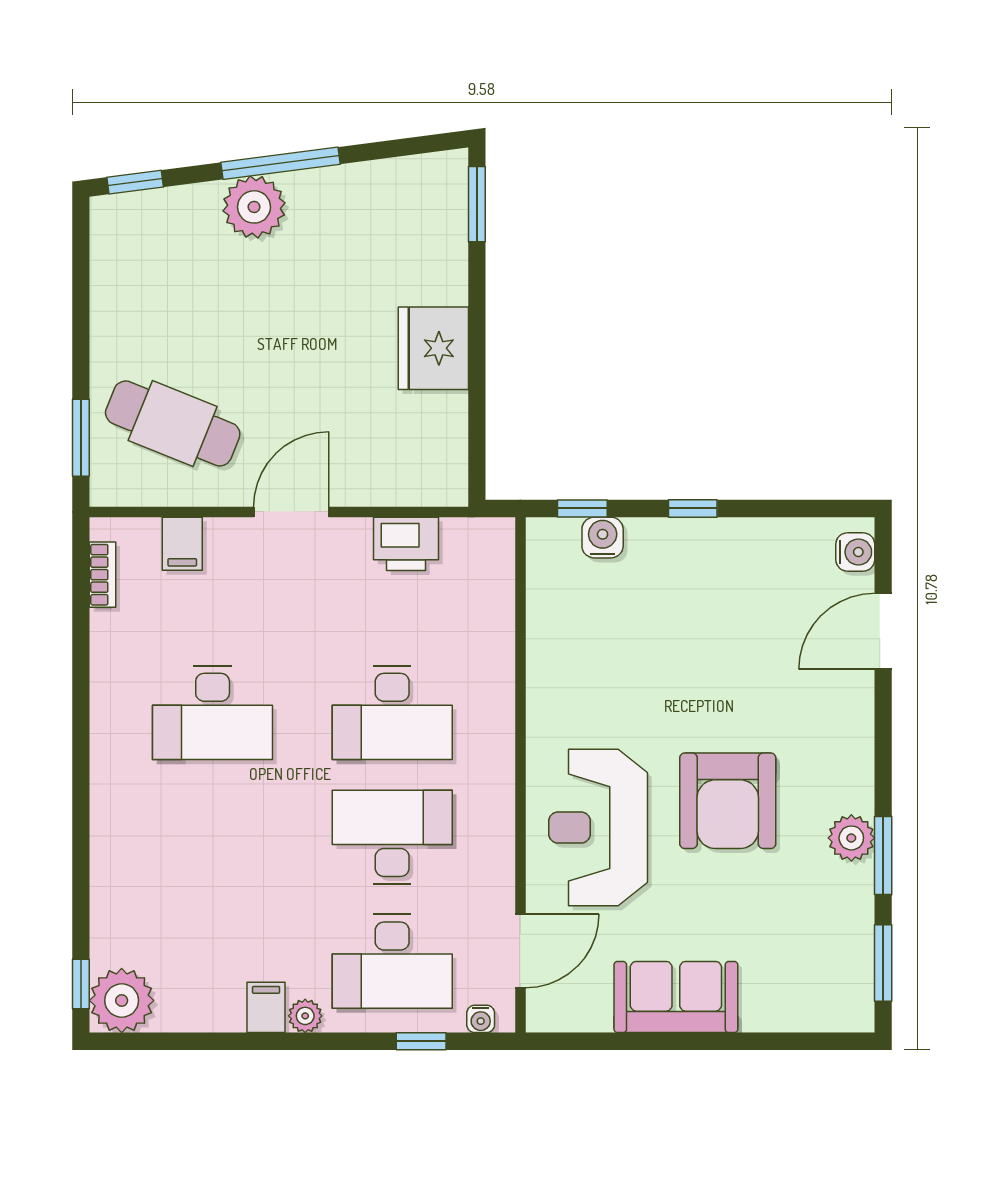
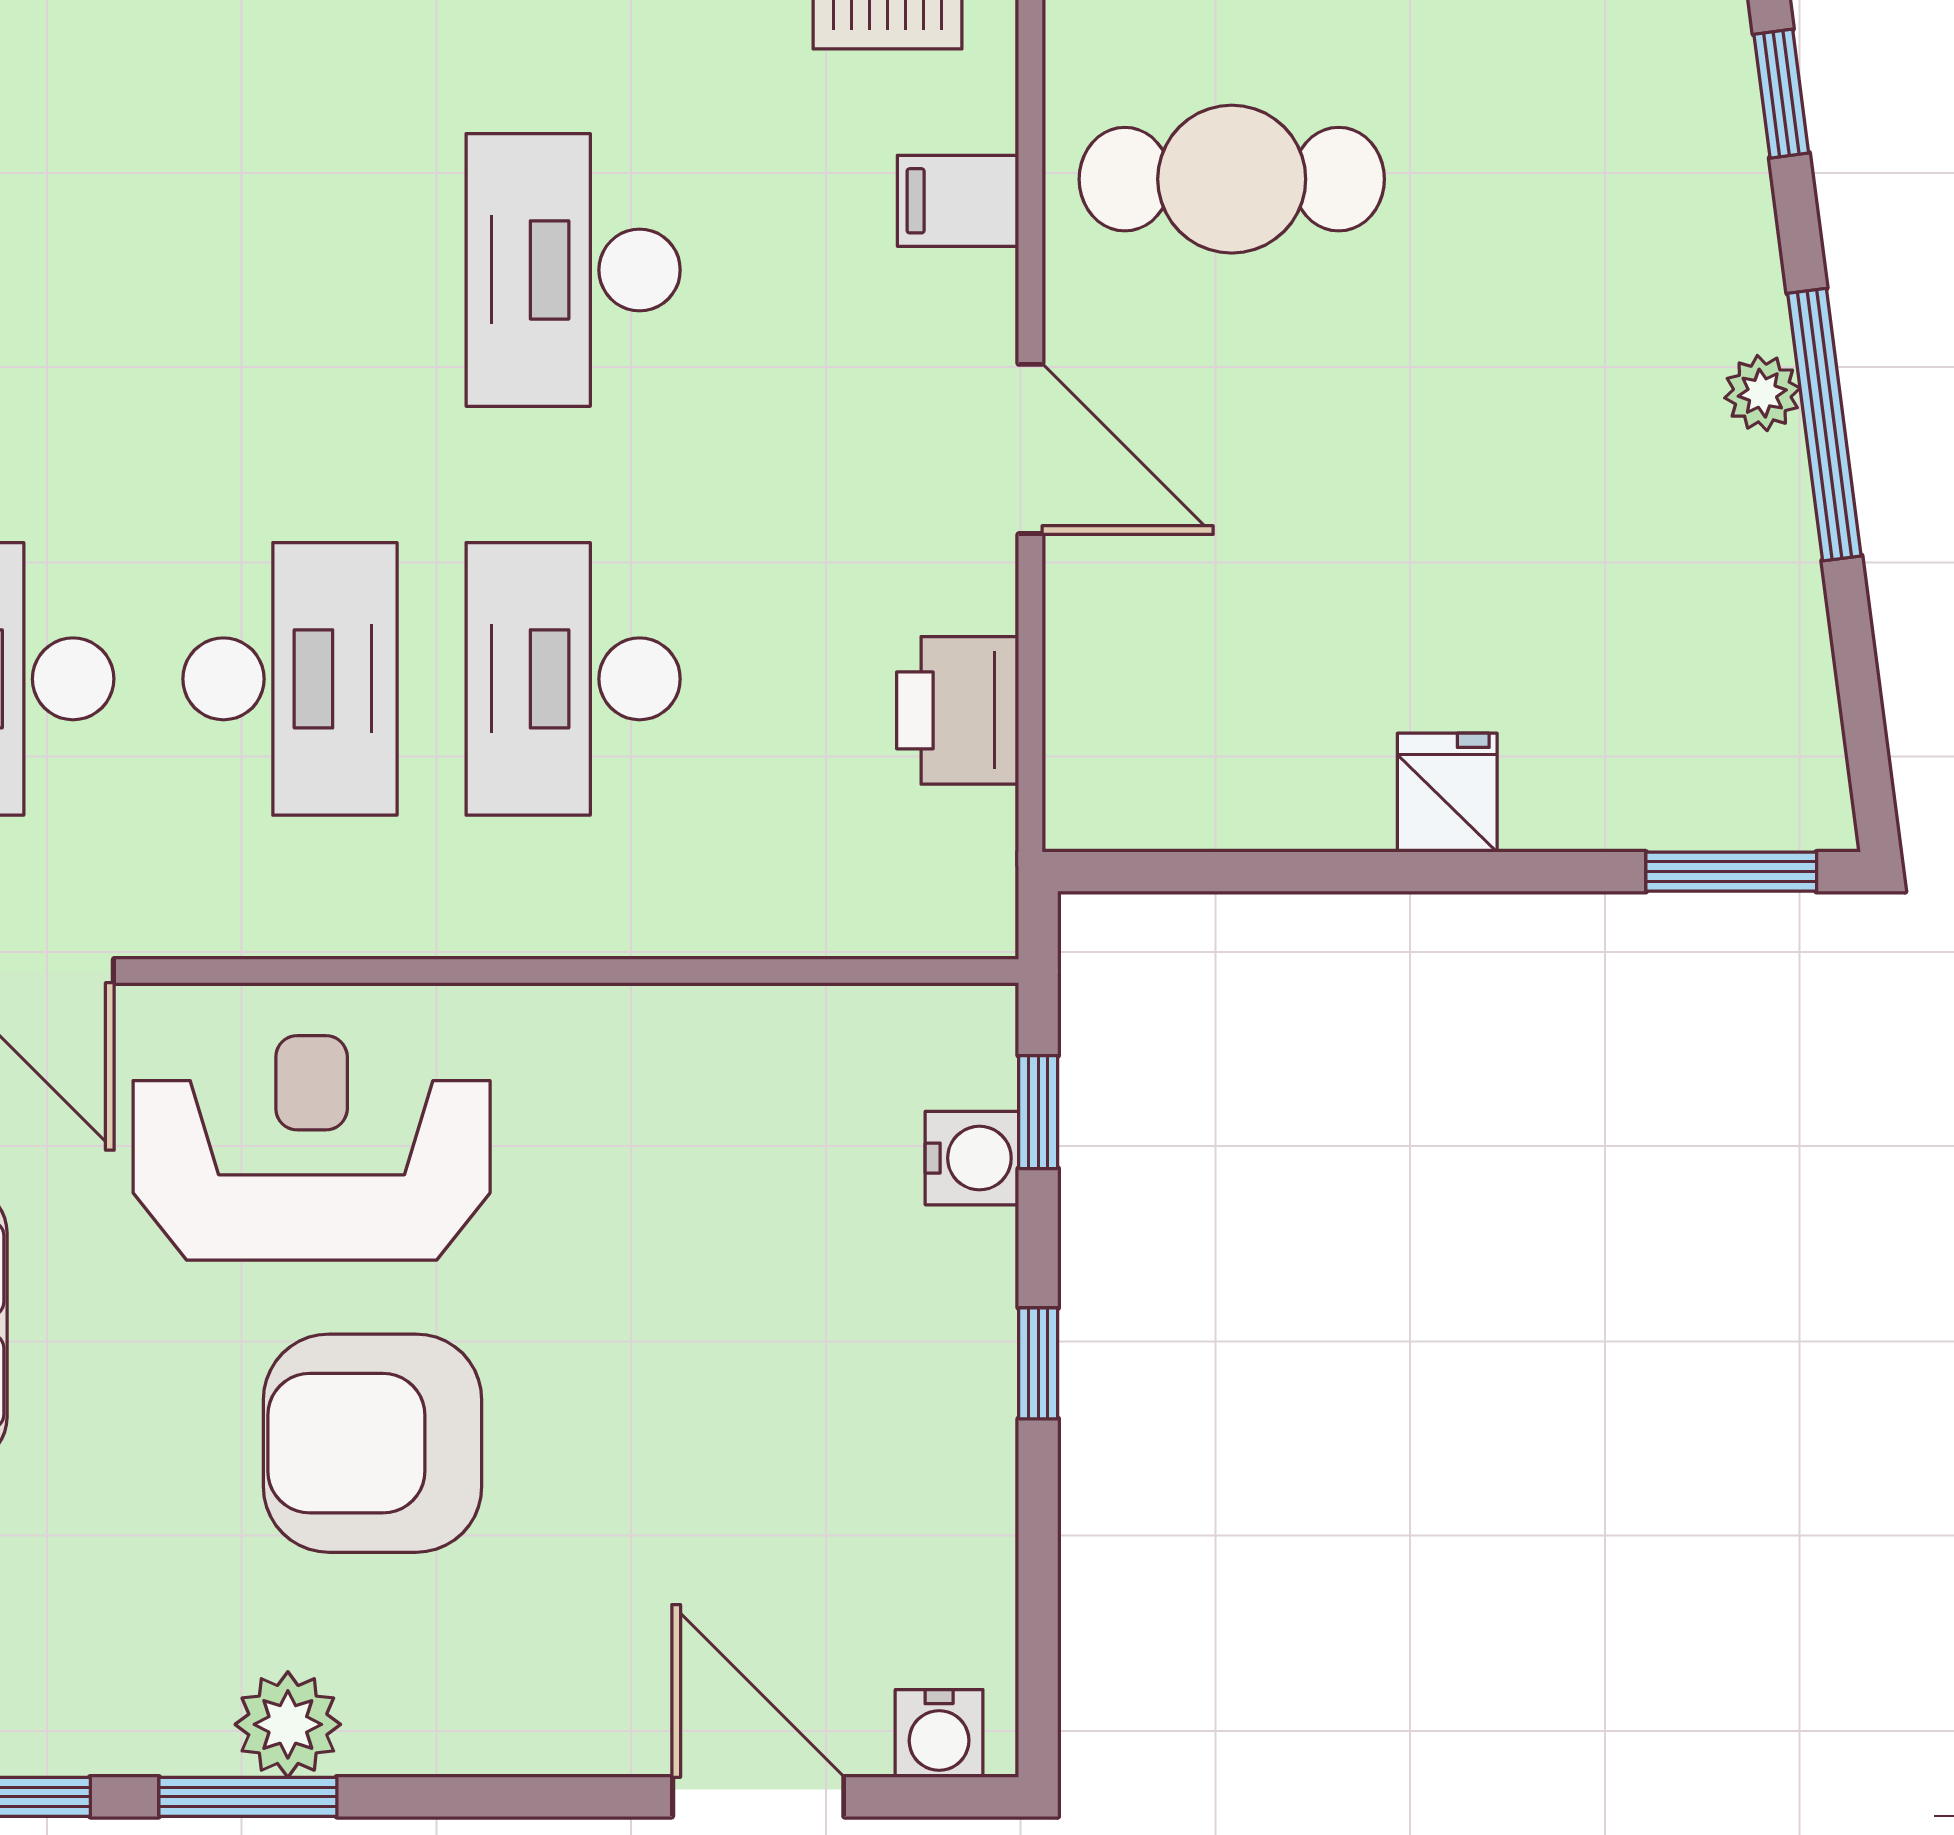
plant: (254, 207) -> (1762, 393), width x0.53, depth x0.53
fridge: (433, 348) -> (1447, 793), width x0.53, depth x0.75
cafe table: (173, 423) -> (1232, 179), turned 68

